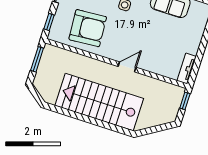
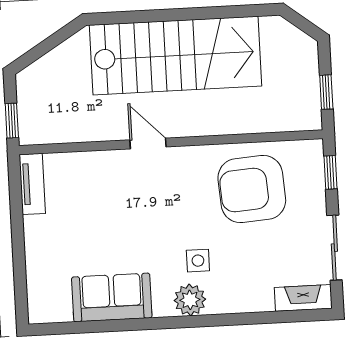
window: (37, 59) -> (326, 92), width x0.67
door: (127, 67) -> (148, 143), swing flipped

